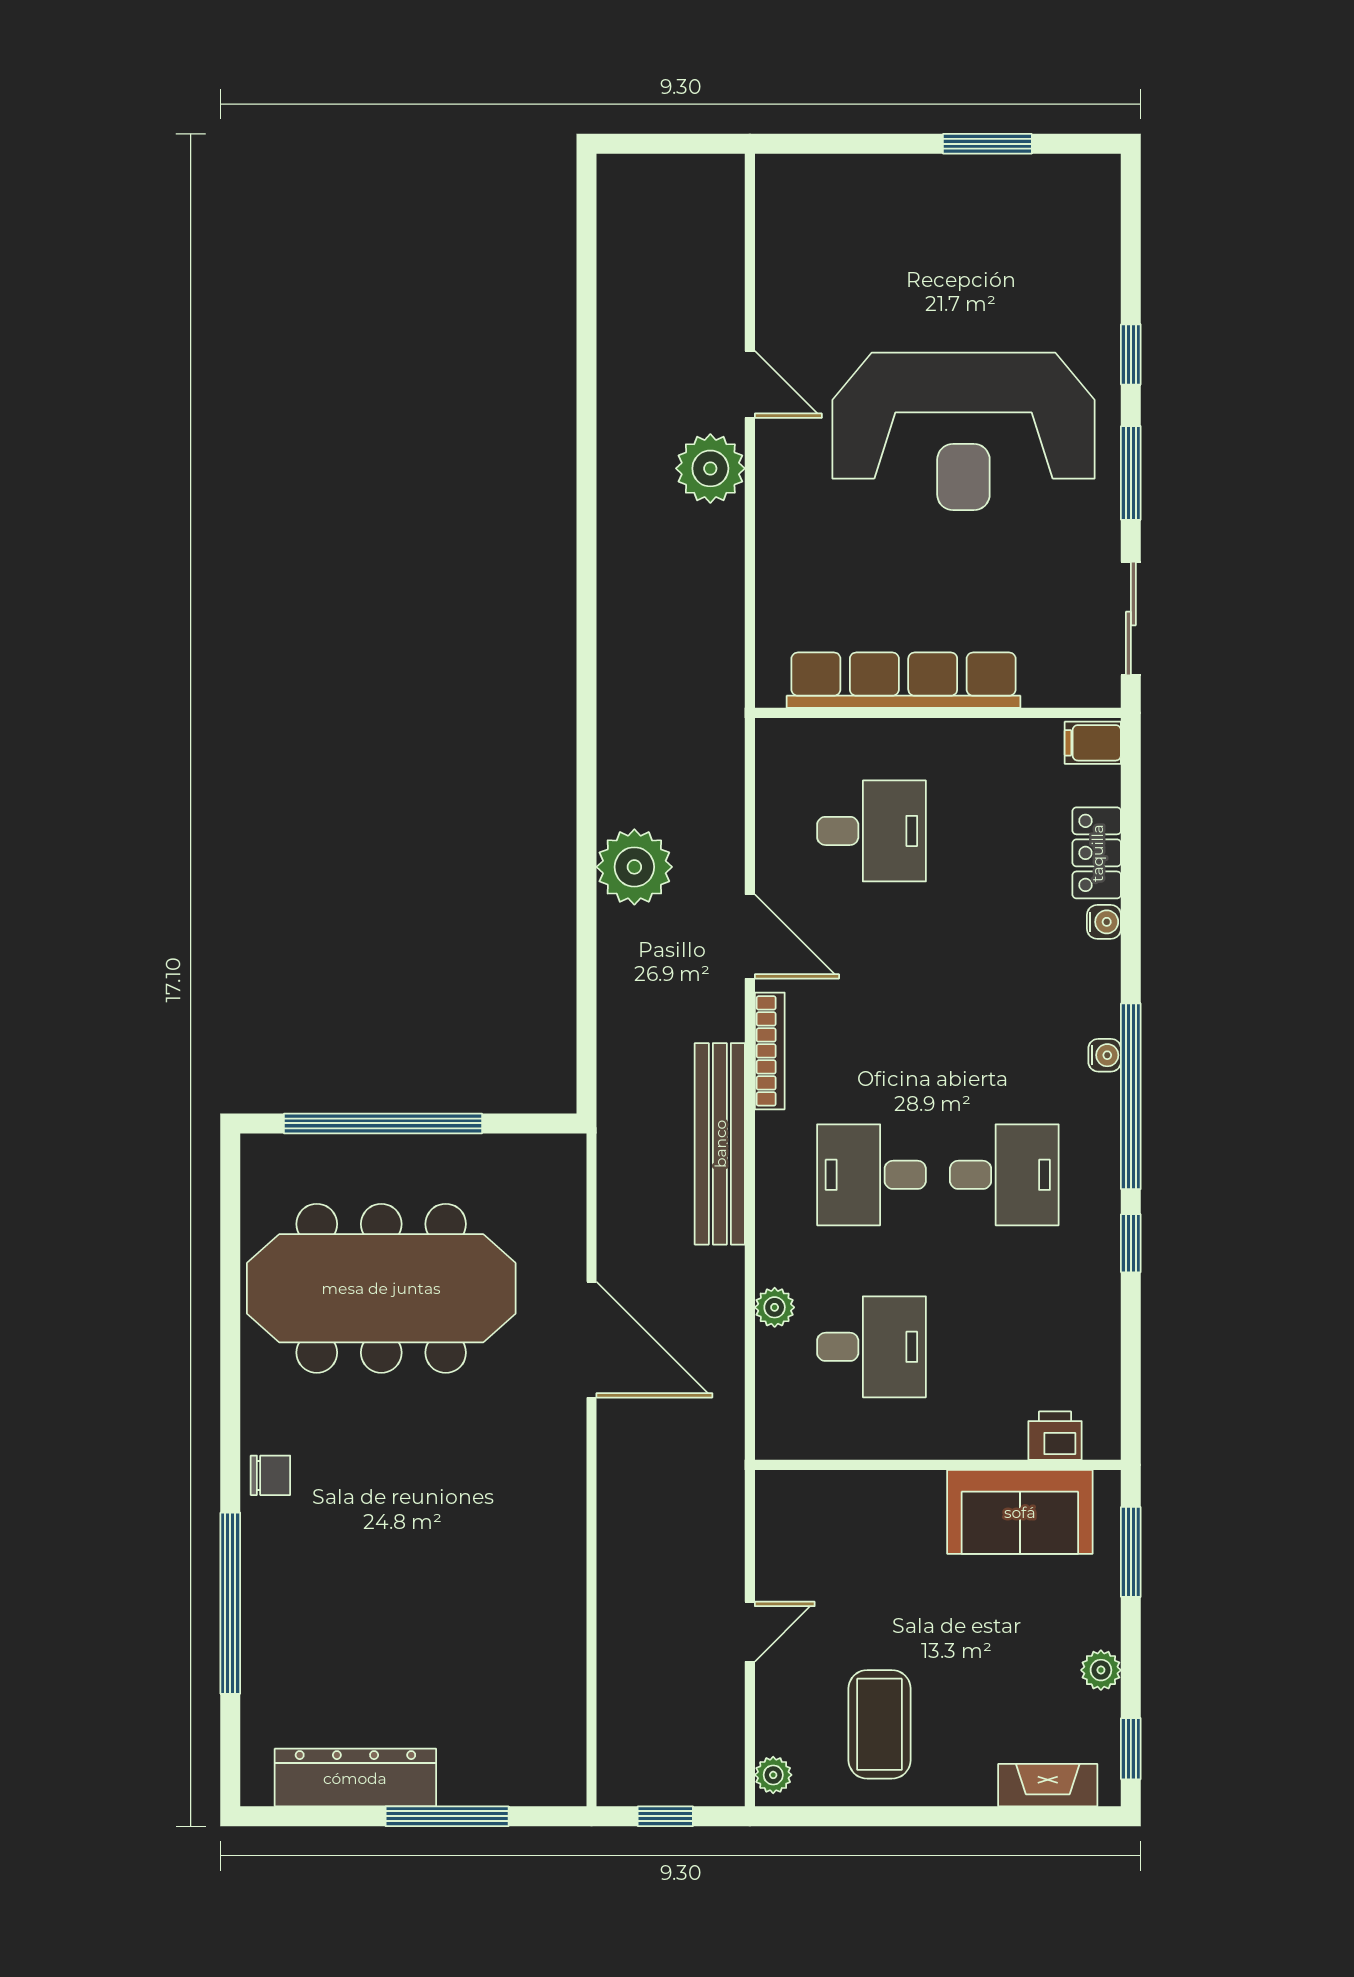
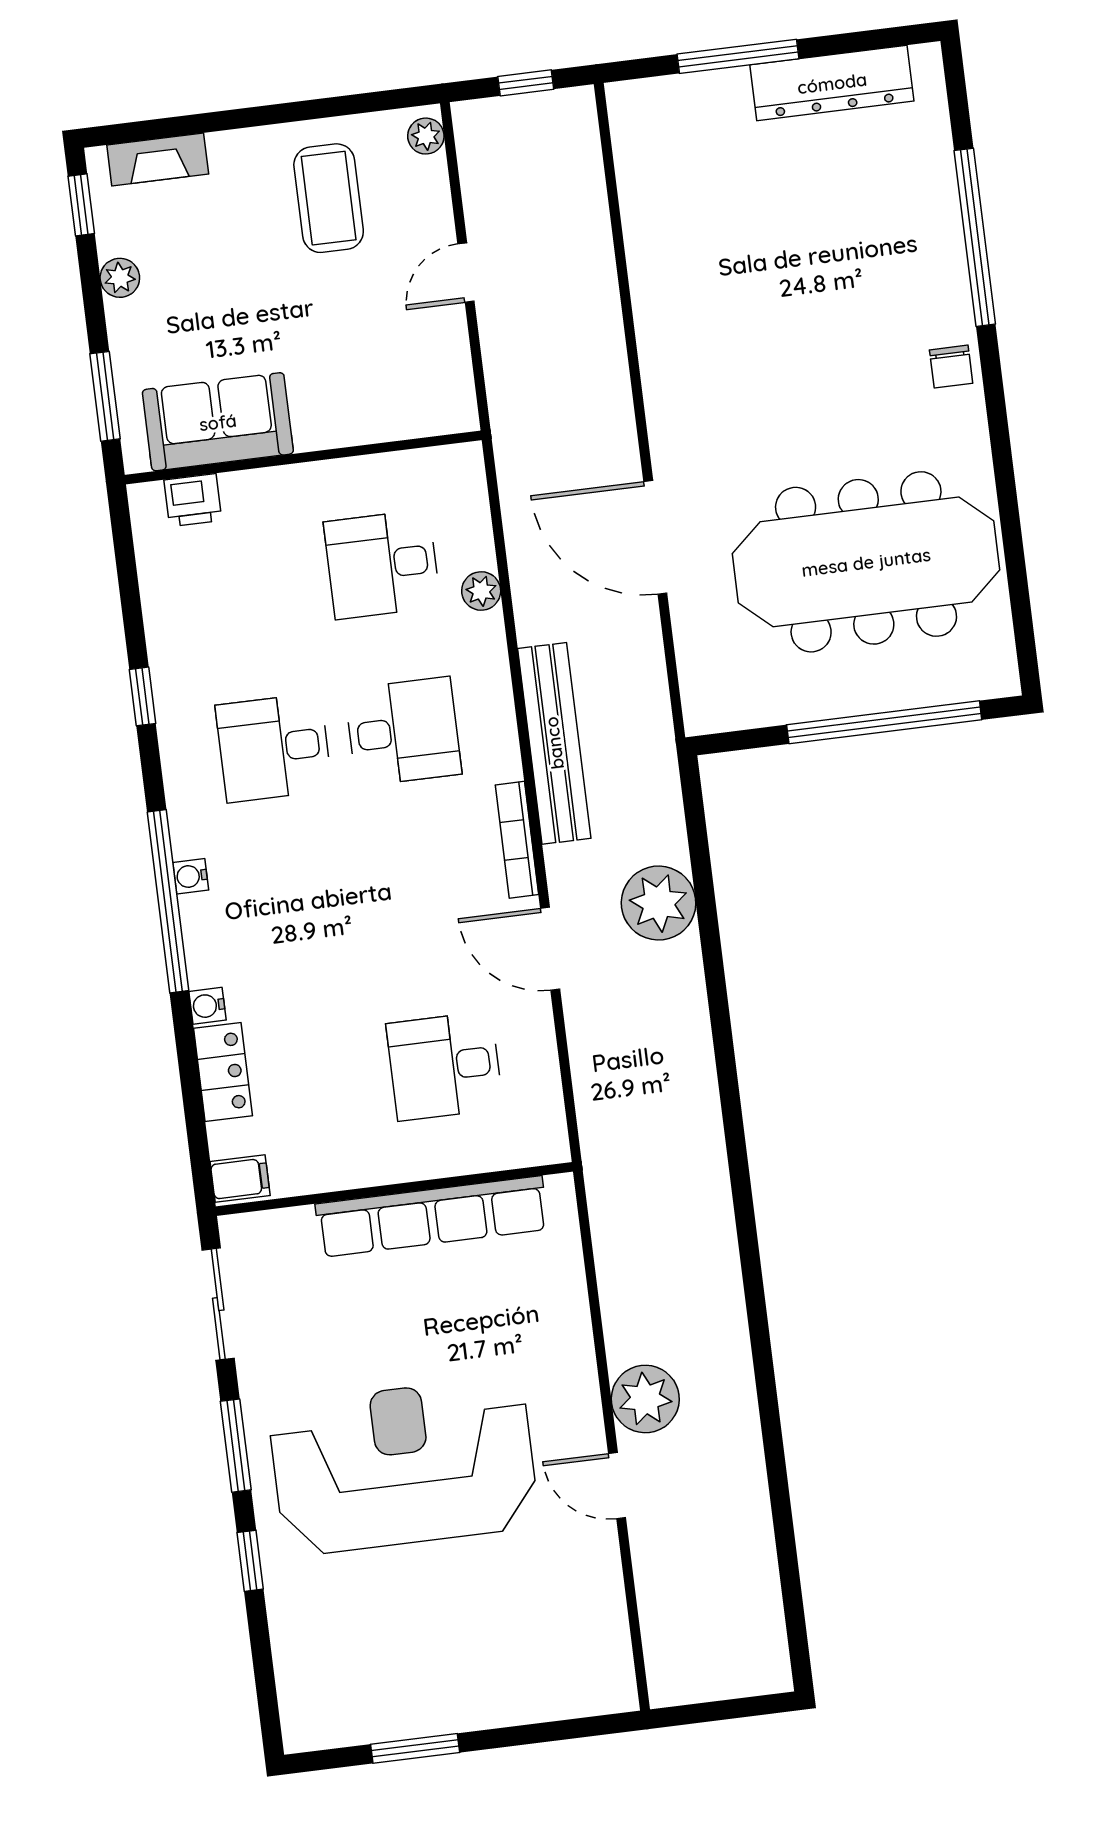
plant: (634, 867) -> (659, 903), moved
window: (1131, 1096) -> (168, 901), moved
chair: (270, 1475) -> (951, 367), turned -90

